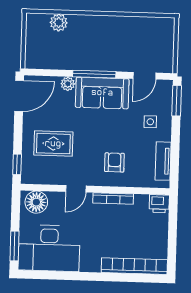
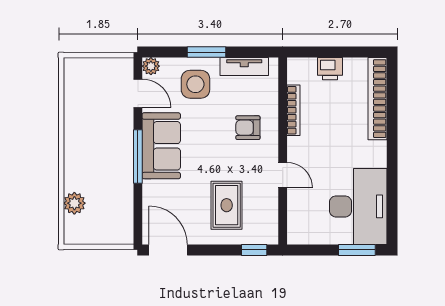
plant: (68, 84) -> (151, 66), moved
window: (177, 101) -> (207, 52), moved
side table: (150, 122) -> (195, 84), width x1.87, depth x1.87
bookcase: (113, 198) -> (293, 110), moved
floor lamp: (36, 202) -> (301, 224), removed
printer: (159, 204) -> (330, 69), moved, turned 90

